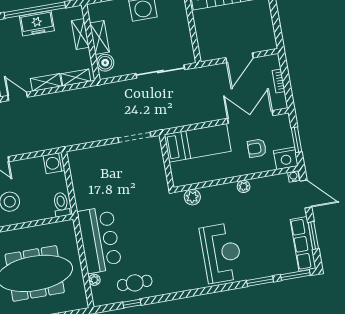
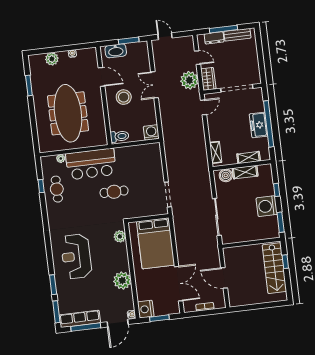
shelving: (46, 82) -> (213, 130), removed
bed: (198, 143) -> (156, 243), width x1.50
armchair: (257, 148) -> (155, 287), removed
plant: (244, 186) -> (122, 280), width x1.87, depth x1.87
cafe table: (134, 208) -> (114, 192), added
window: (313, 235) -> (86, 327), width x1.44
reception desk: (221, 253) -> (76, 256), turned 90

